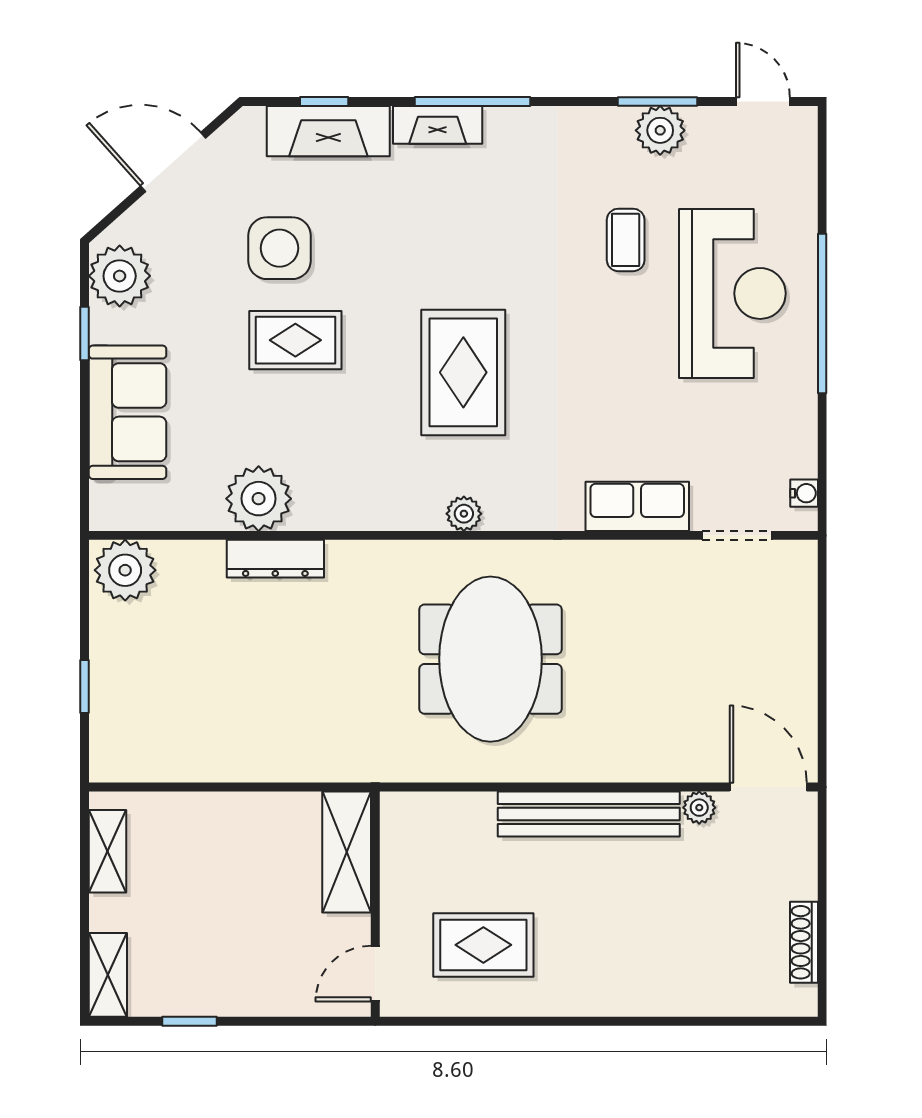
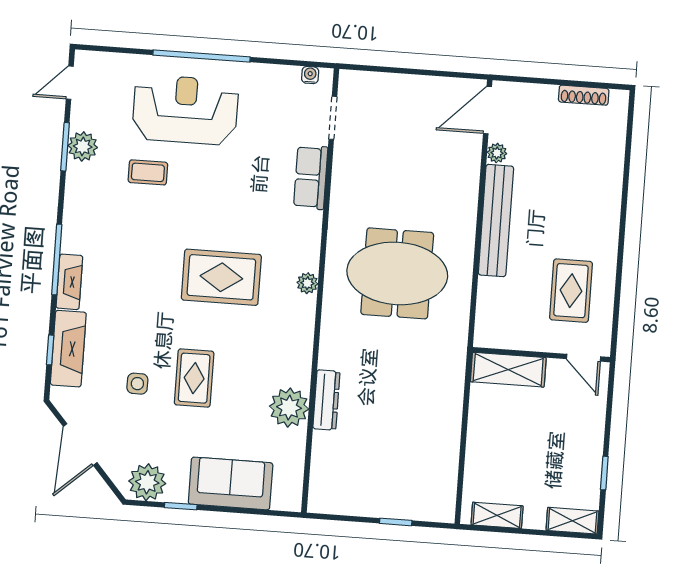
side table: (280, 248) -> (137, 384), width x0.54, depth x0.54
plant: (125, 570) -> (327, 492), removed

